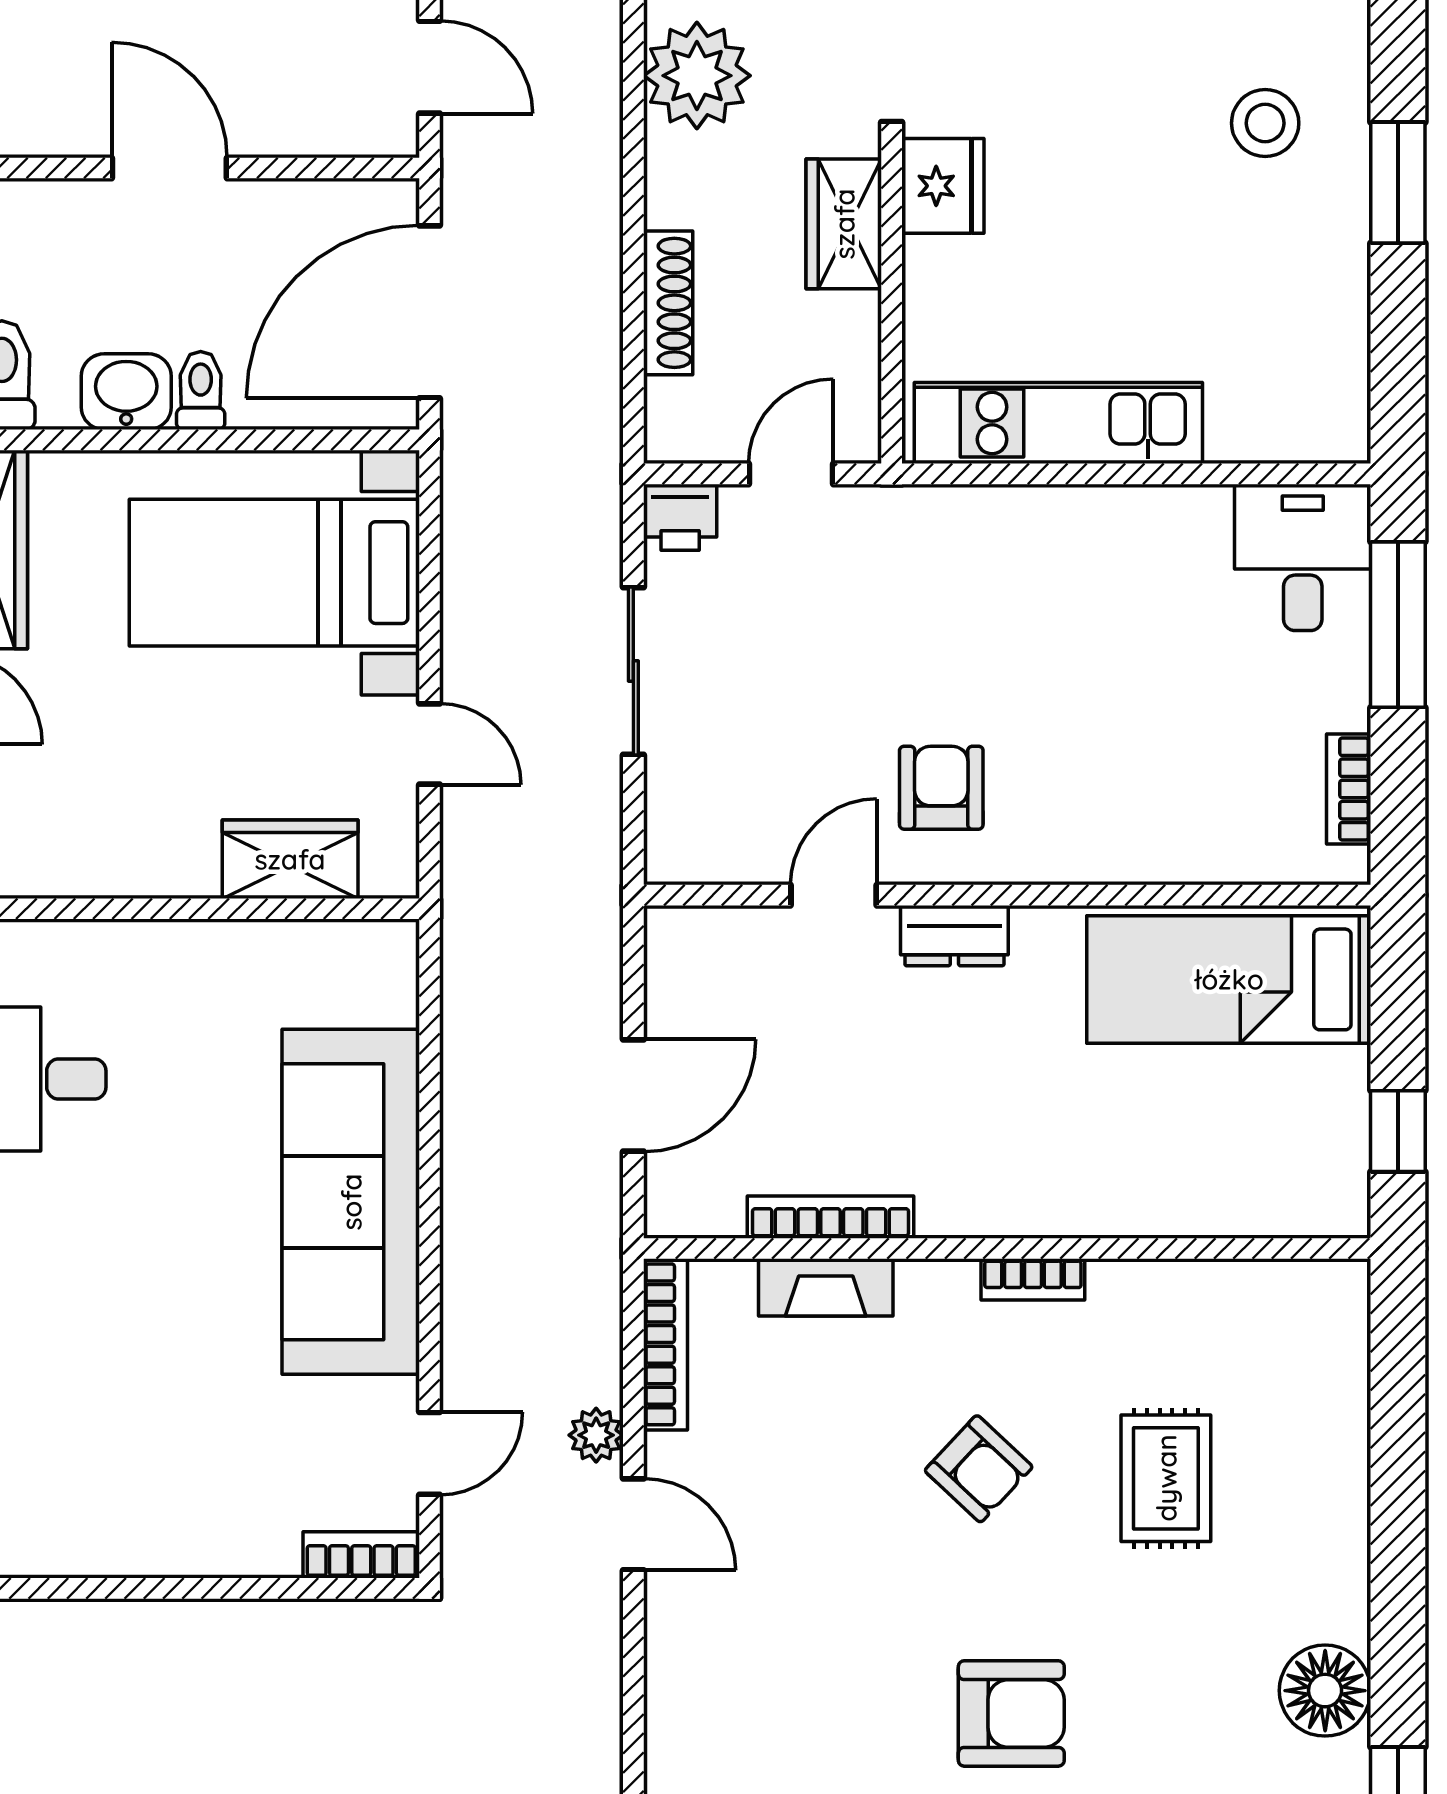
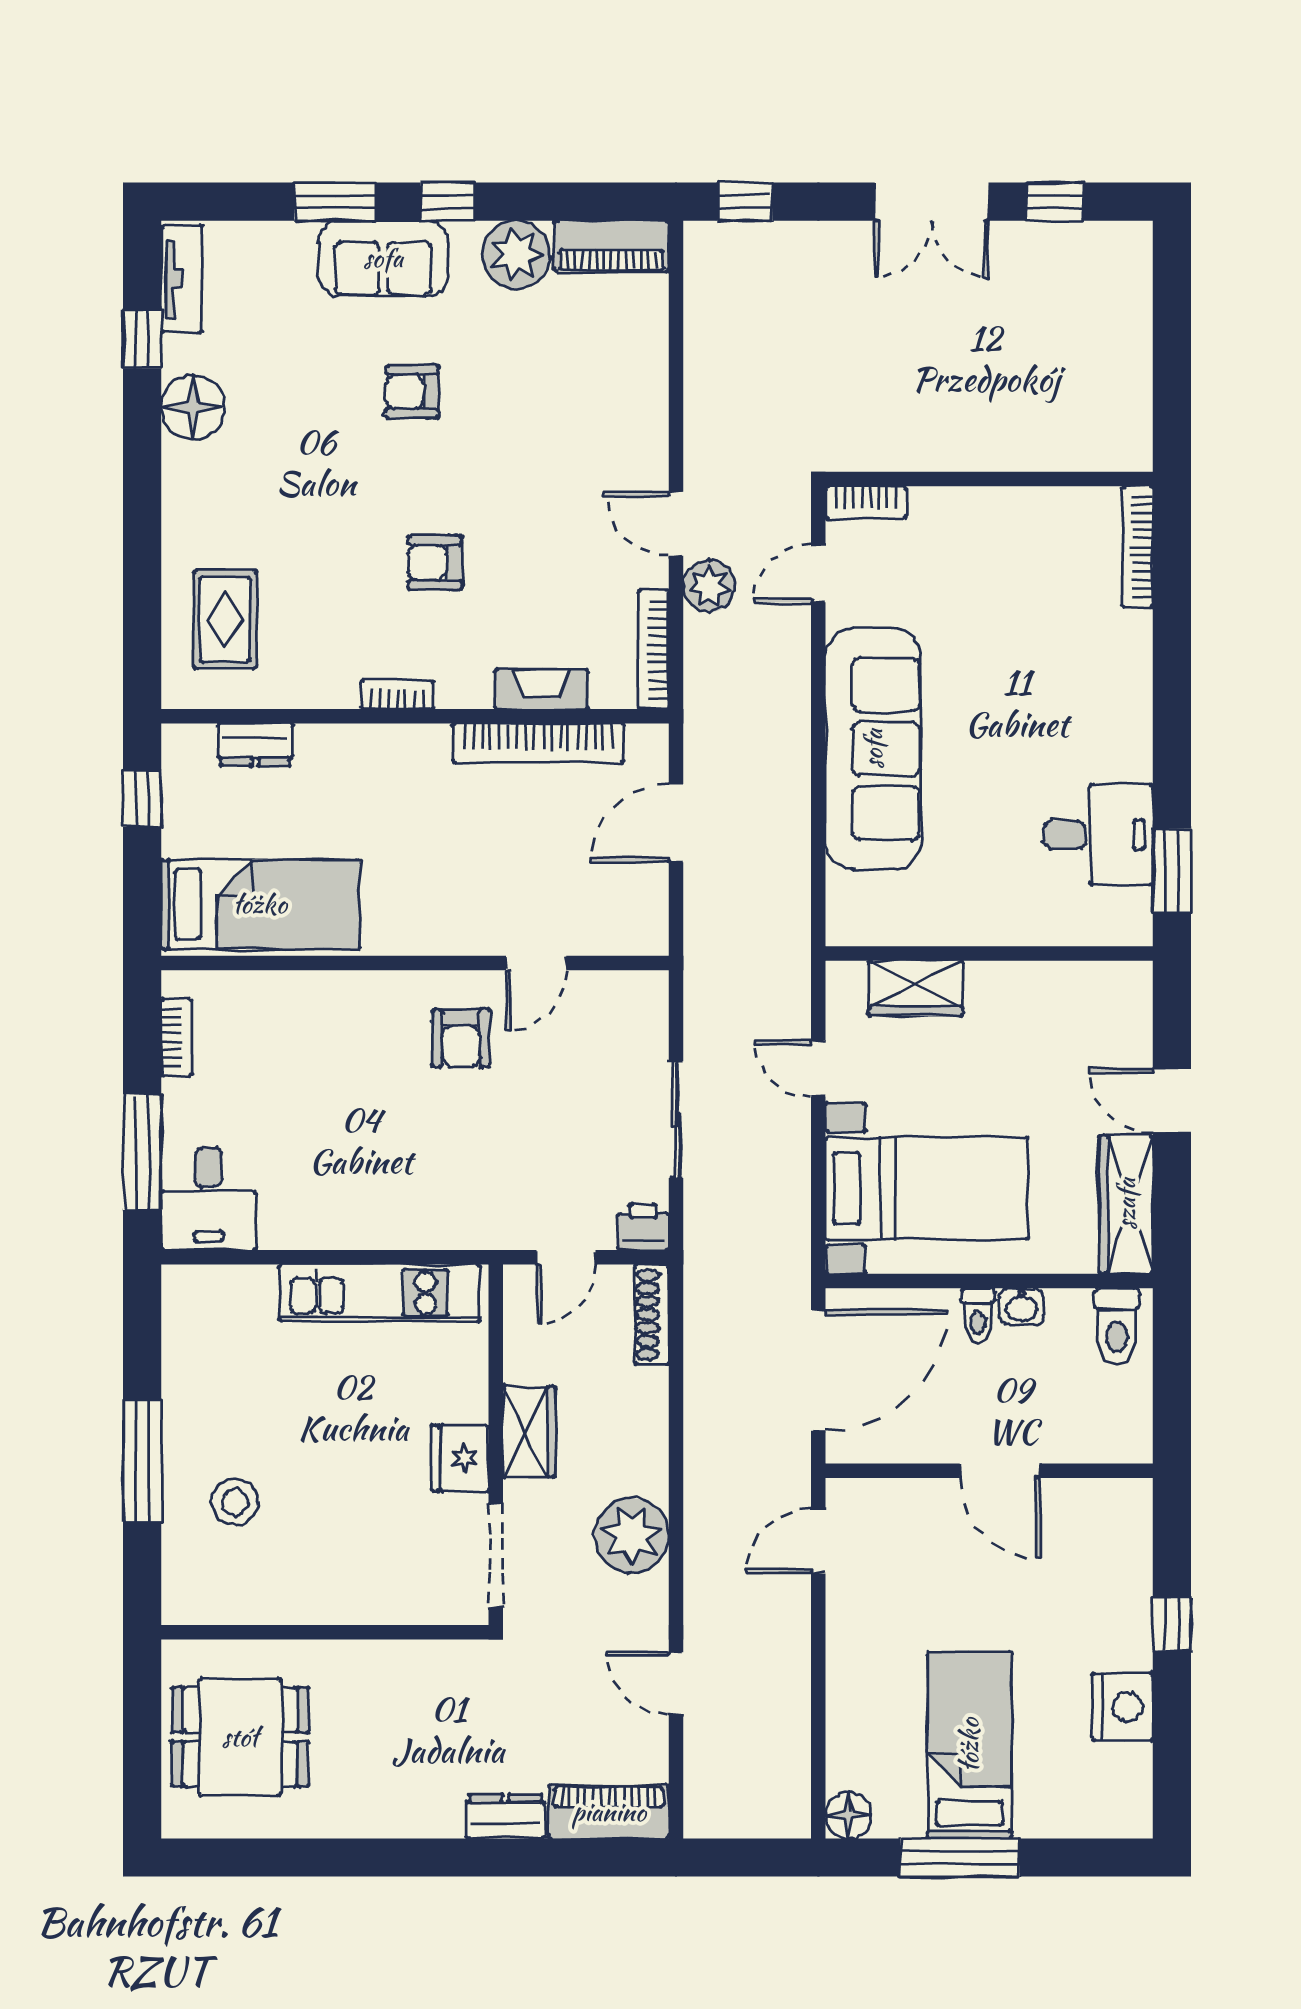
door: (430, 67) -> (818, 1541), hinge flipped
window: (1398, 183) -> (142, 1461), width x1.44
shoe rack: (668, 303) -> (652, 1315), moved
washbasin: (126, 392) -> (1021, 1306), width x0.72, depth x0.69
dresser: (954, 936) -> (255, 745), moved, turned 180
bookcase: (831, 1217) -> (538, 743), width x1.48, depth x1.31
plant: (596, 1435) -> (709, 586), width x1.38, depth x1.38
armchair: (979, 1469) -> (435, 563), turned -43
rug: (1166, 1478) -> (225, 619), moved
armchair: (1011, 1713) -> (412, 392), width x0.72, depth x0.72

